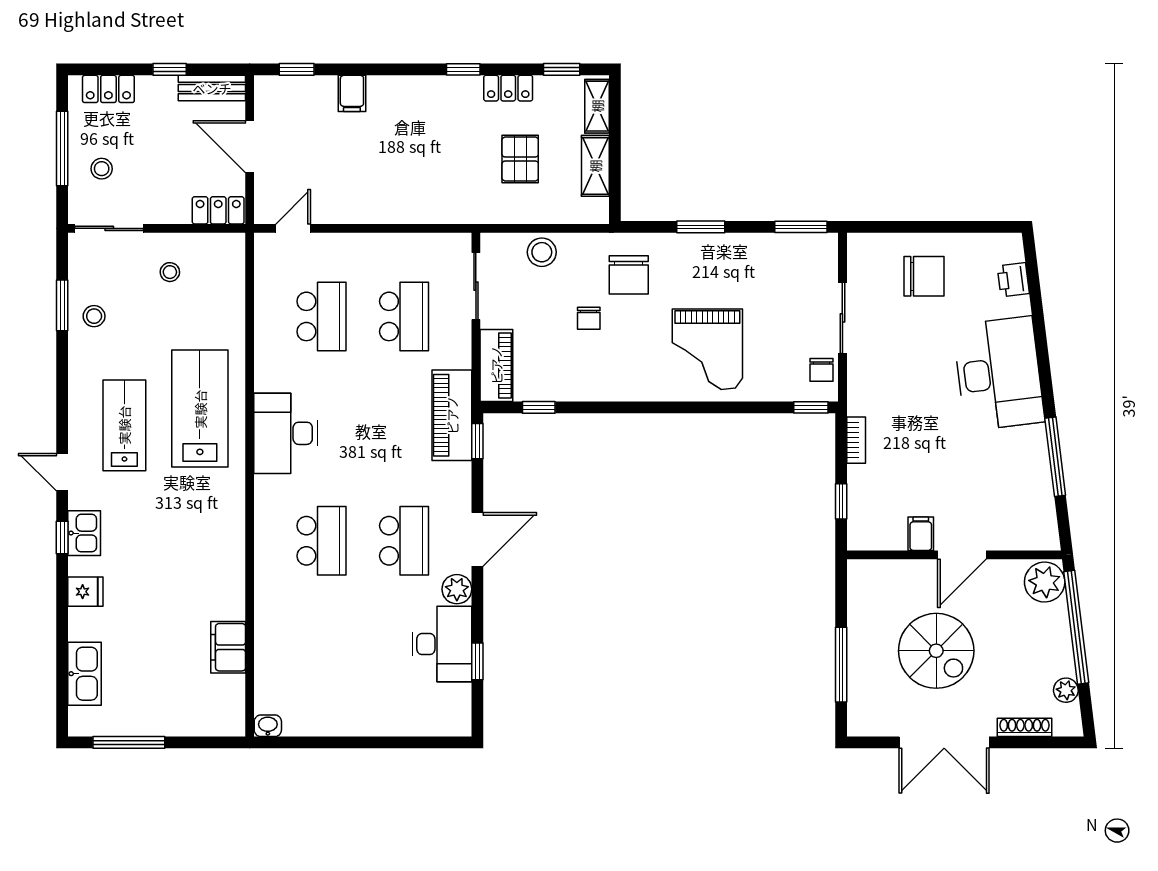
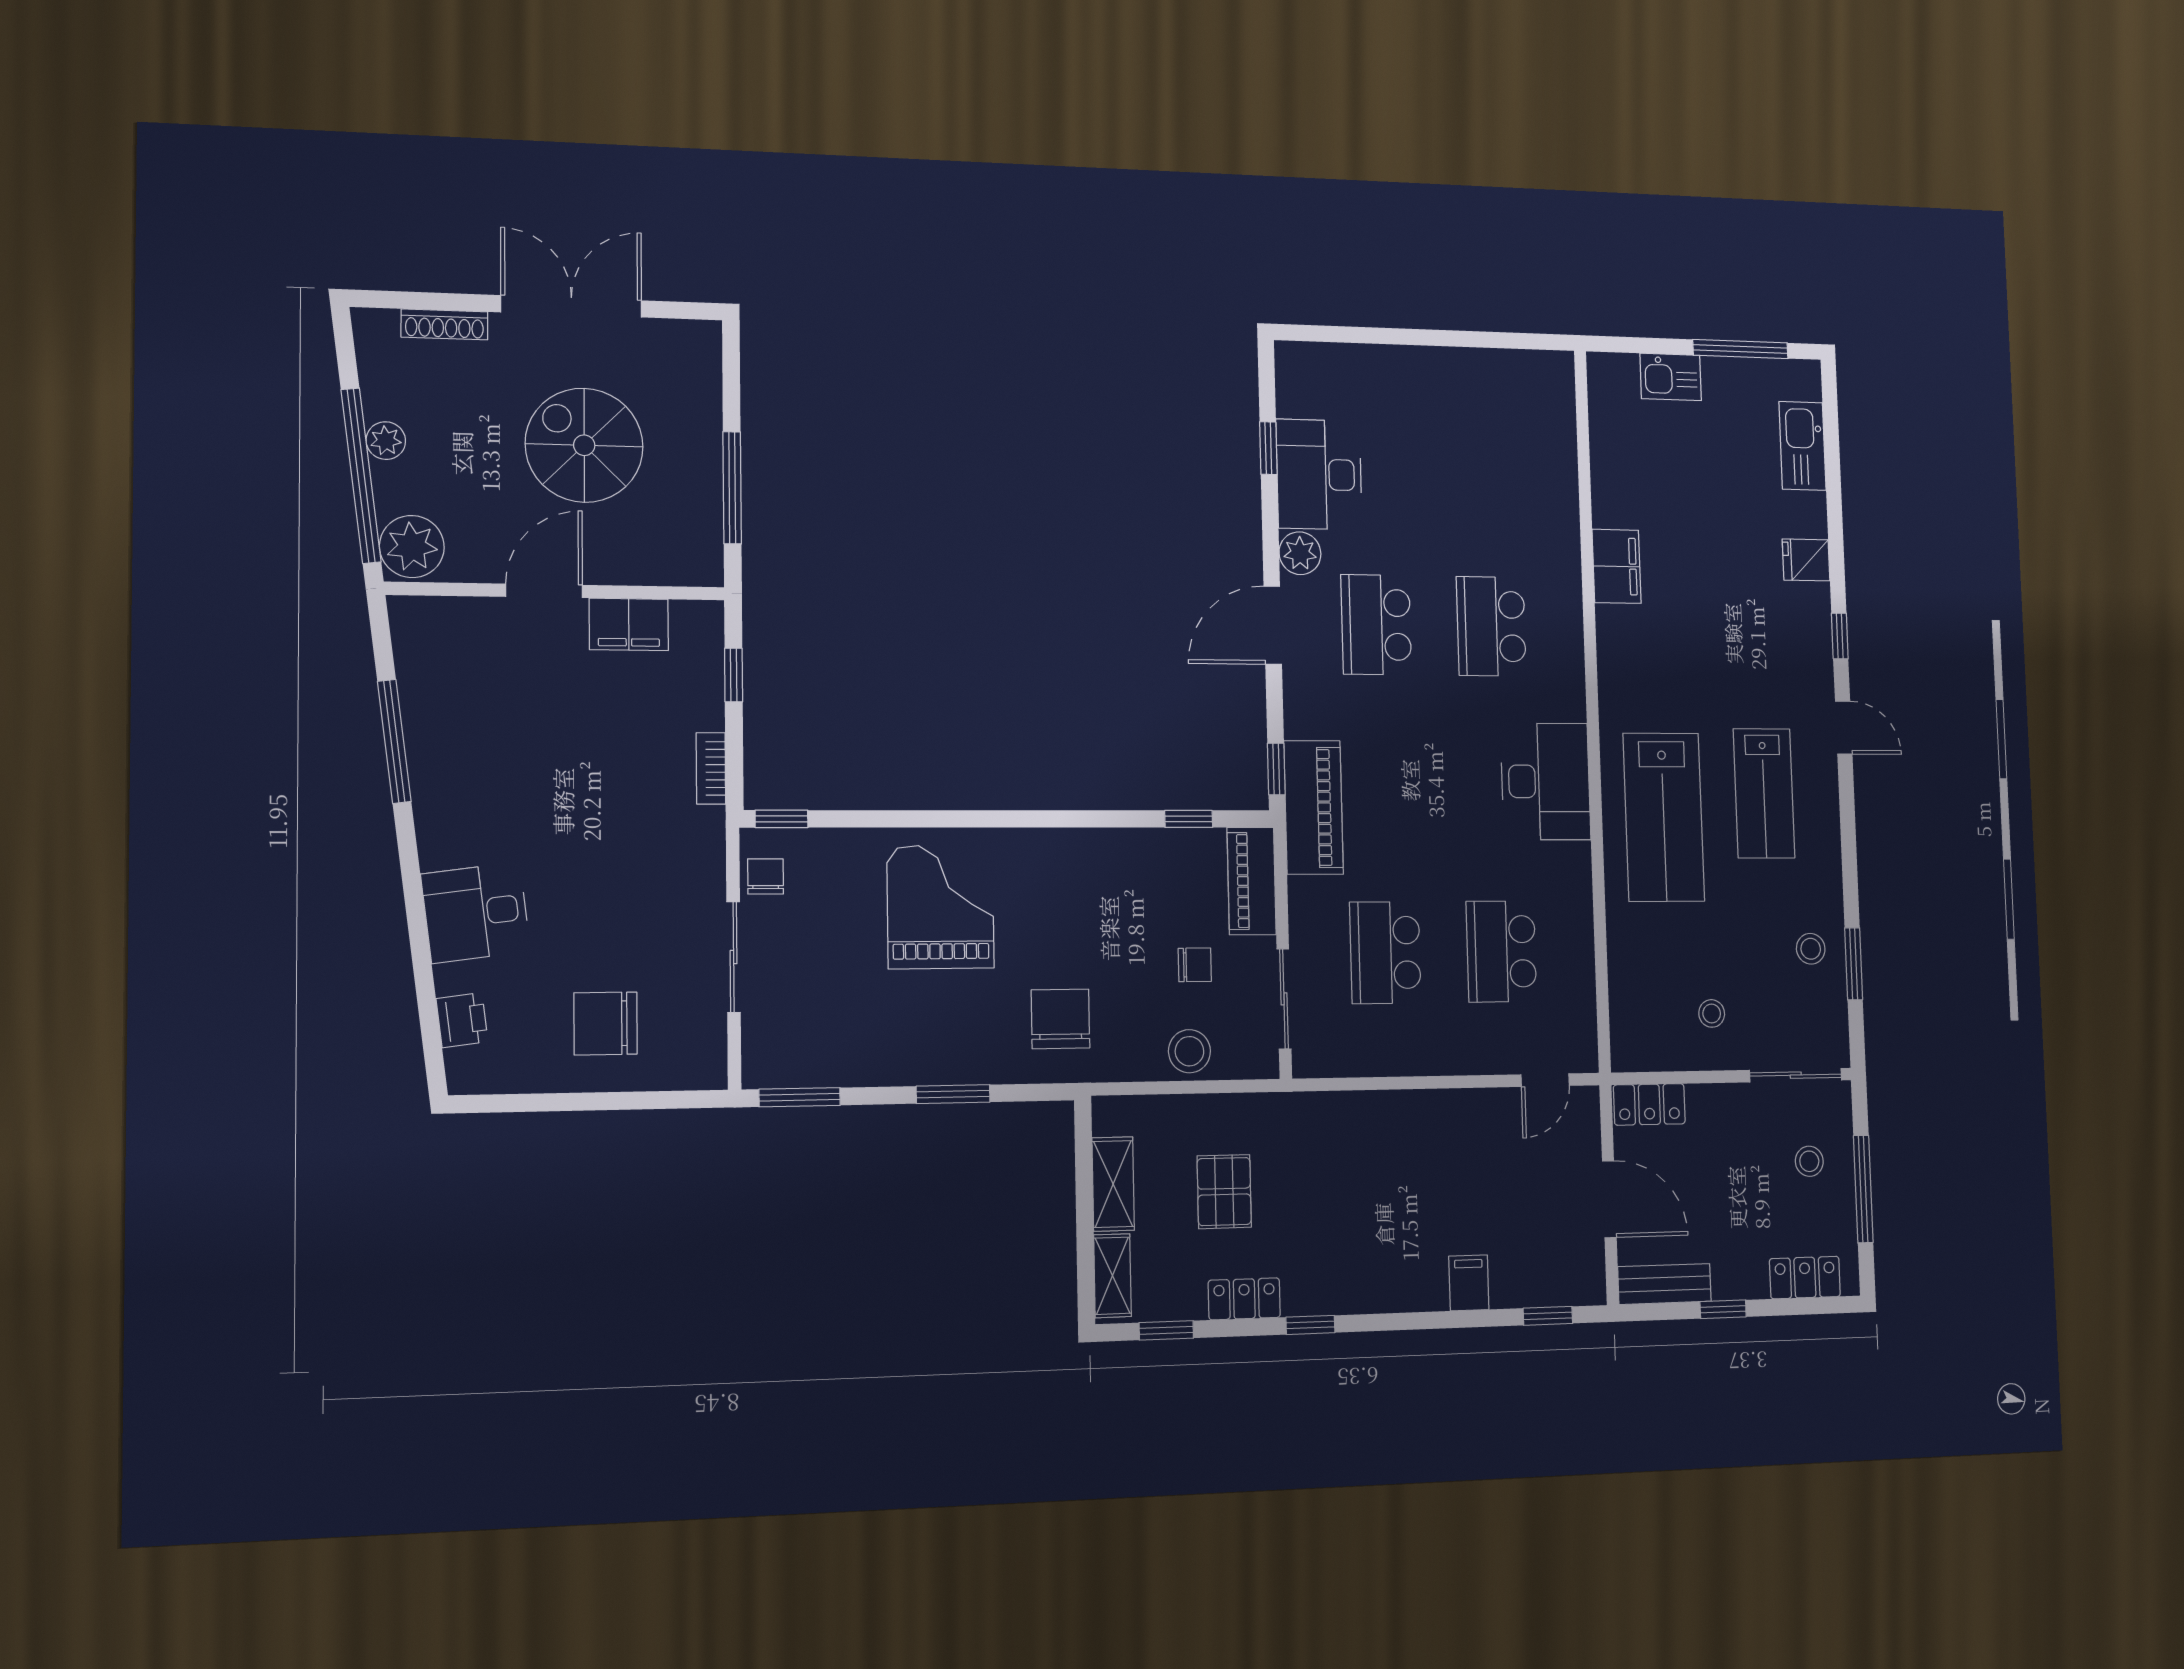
chair: (589, 318) -> (1195, 965), moved, turned 90
desk: (999, 374) -> (476, 913), width x0.53, depth x0.77
kitchen sink: (84, 533) -> (1671, 377), moved, turned -90
filing cabinet: (921, 534) -> (629, 624), width x2.00
filing cabinet: (228, 647) -> (1617, 566), moved
window: (841, 665) -> (732, 488), moved
plant: (1066, 690) -> (386, 441), moved
washbasin: (268, 726) -> (1556, 366), removed

